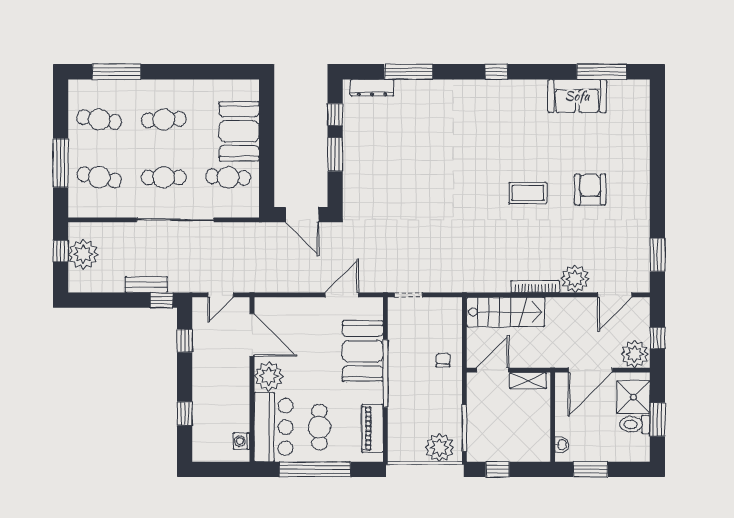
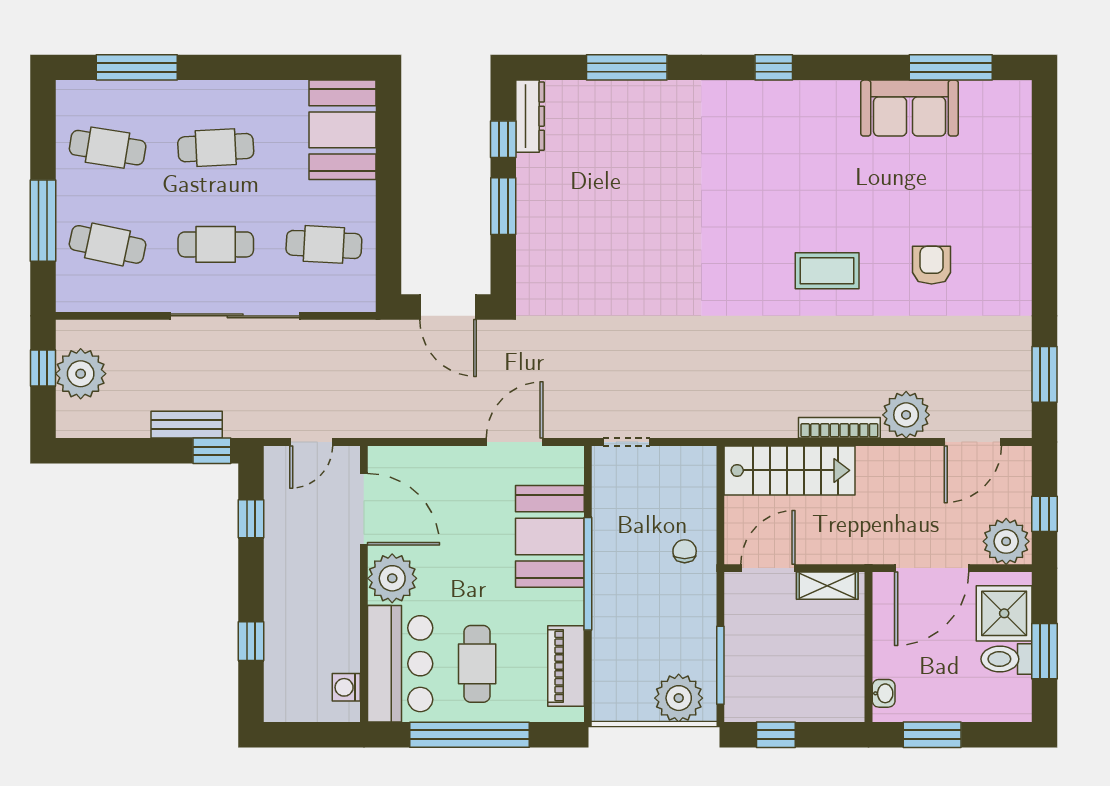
dresser: (372, 88) -> (530, 116), moved, turned -90
booth: (239, 131) -> (342, 130), moved
armchair: (590, 190) -> (932, 265), width x0.72, depth x0.72

